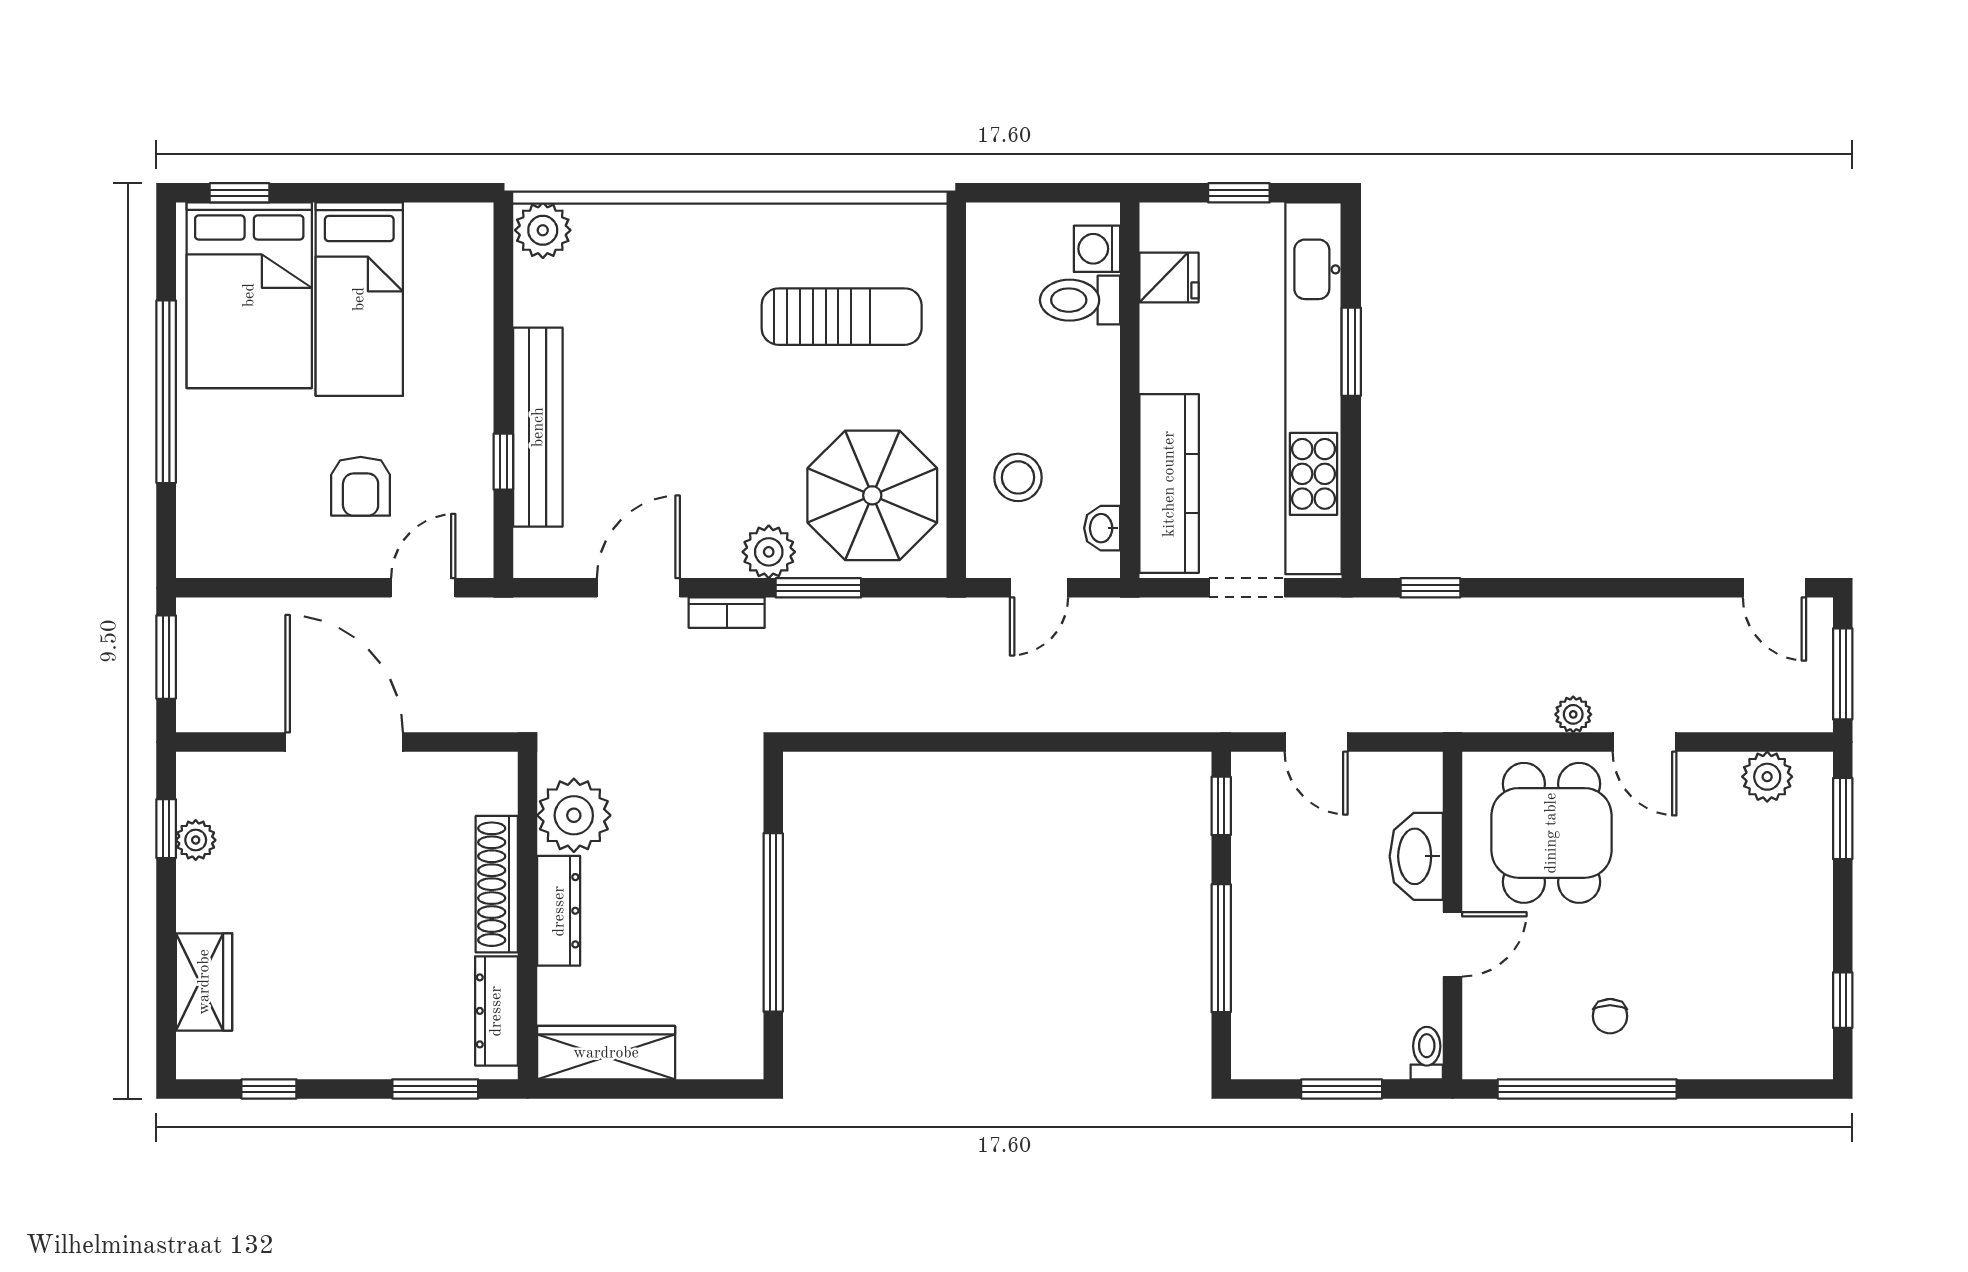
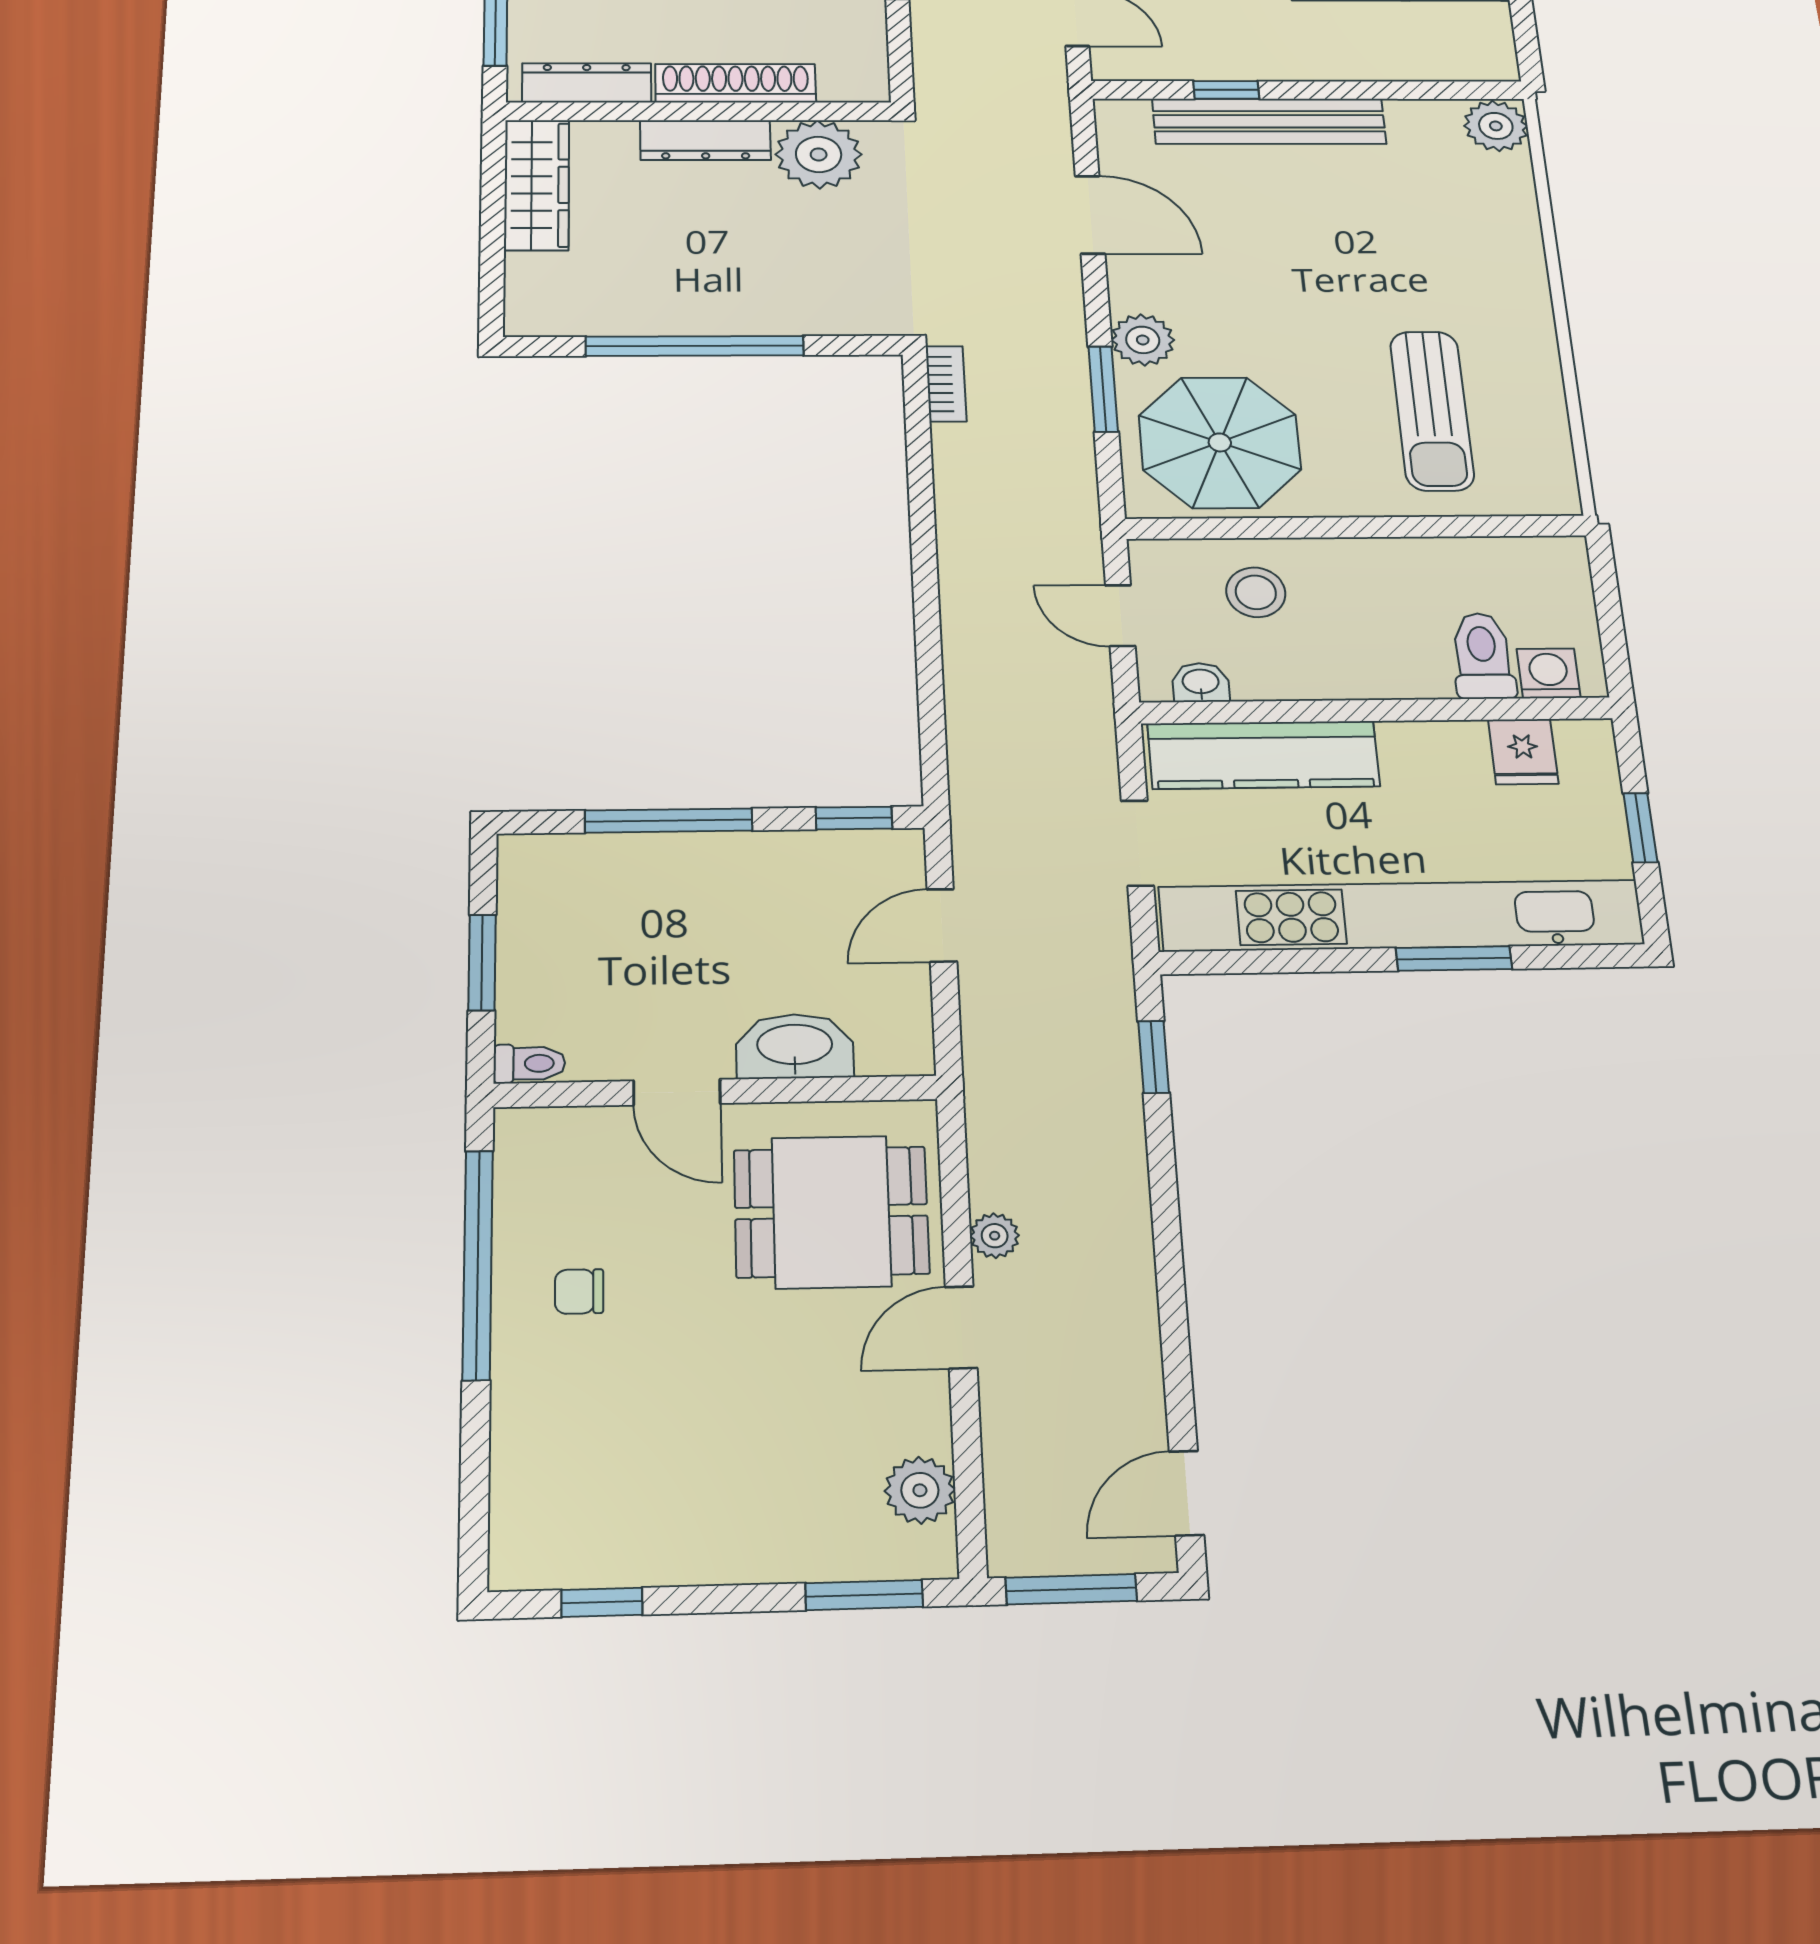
bookcase: (727, 613) -> (946, 384), moved, turned 180

